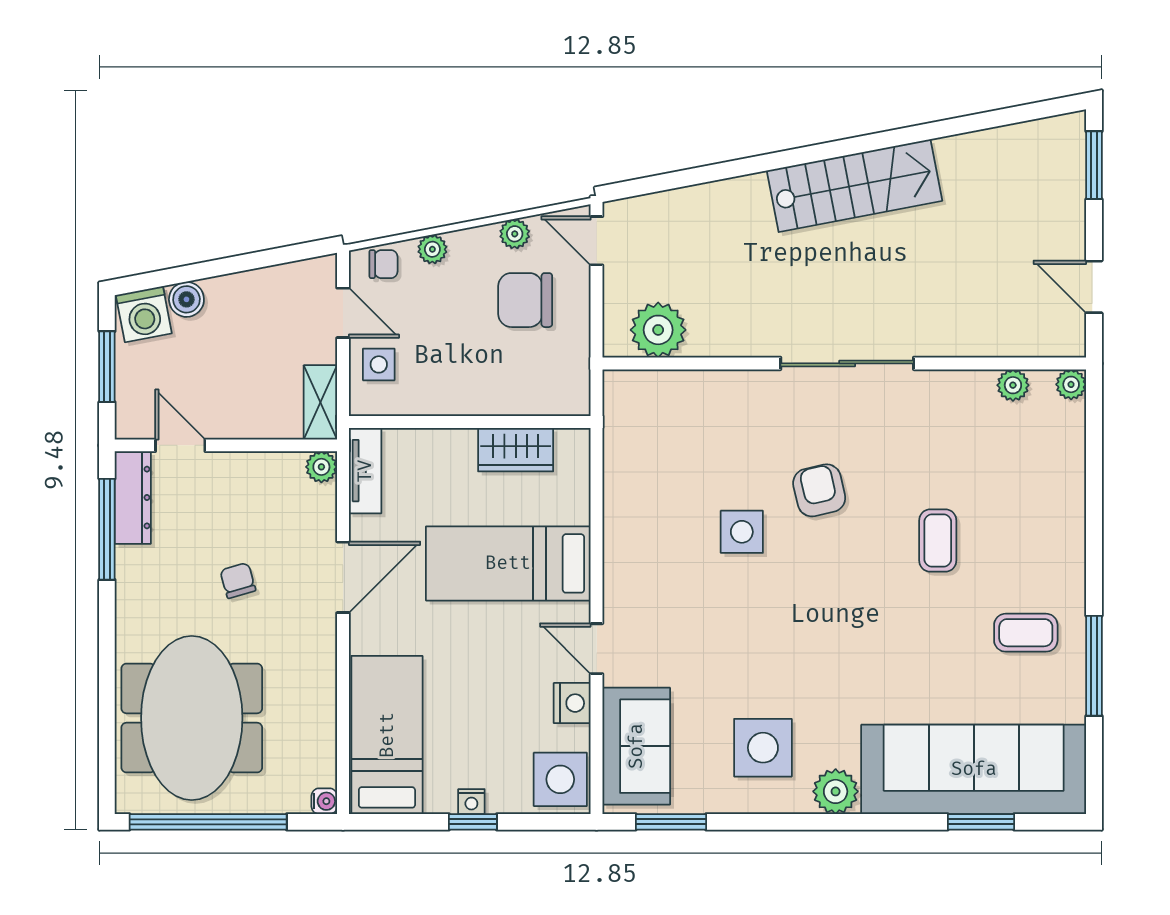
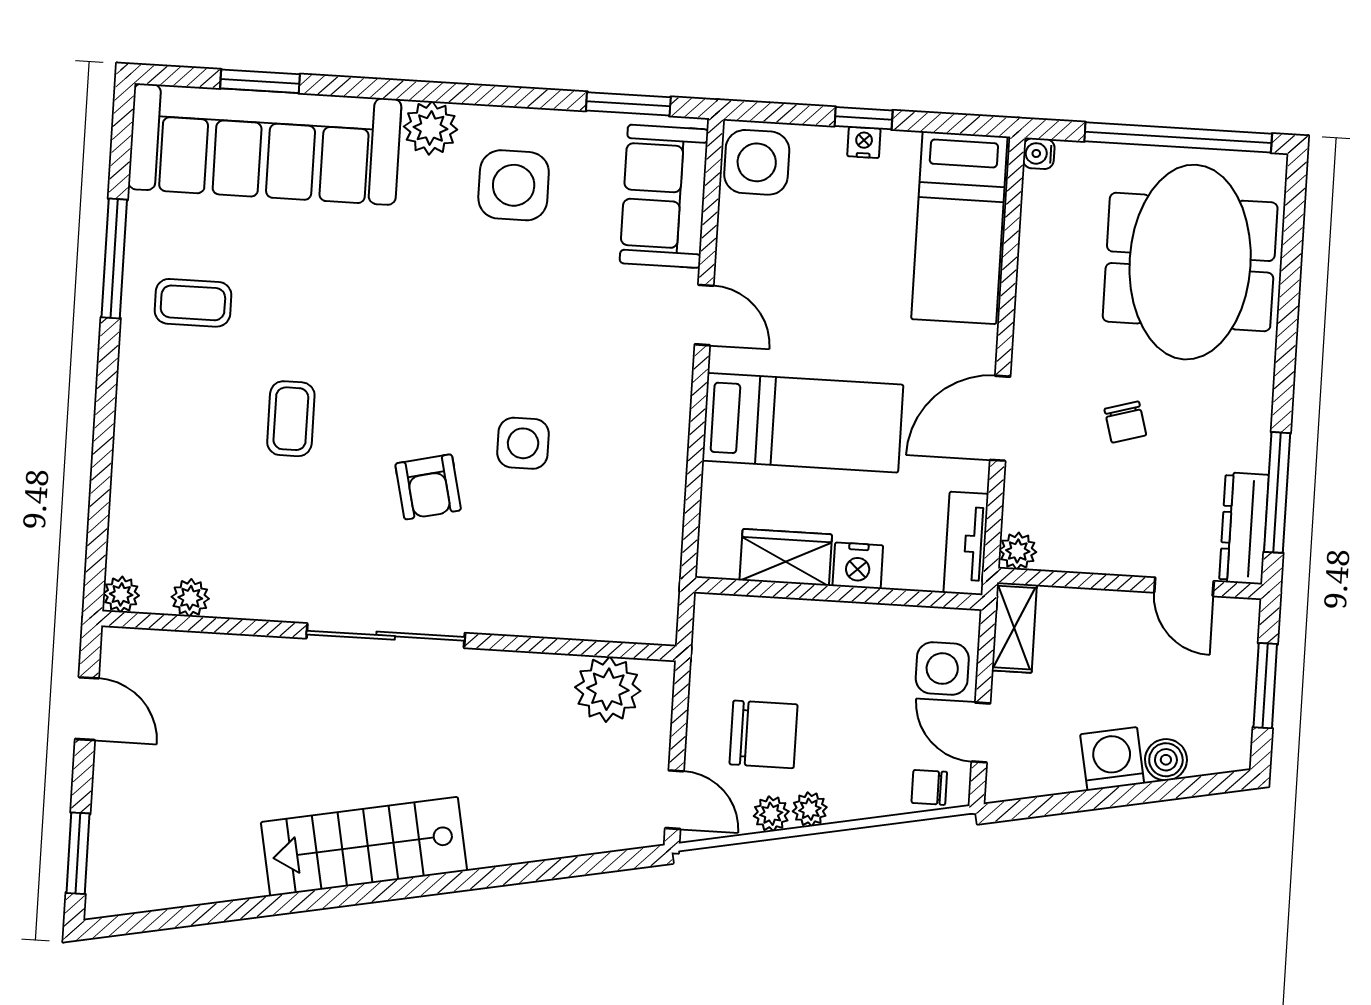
plant: (432, 249) -> (810, 809), moved
washing machine: (144, 314) -> (1112, 759), moved
side table: (379, 364) -> (942, 669), width x1.37, depth x1.37
nightstand: (572, 703) -> (858, 566), moved, turned -90

